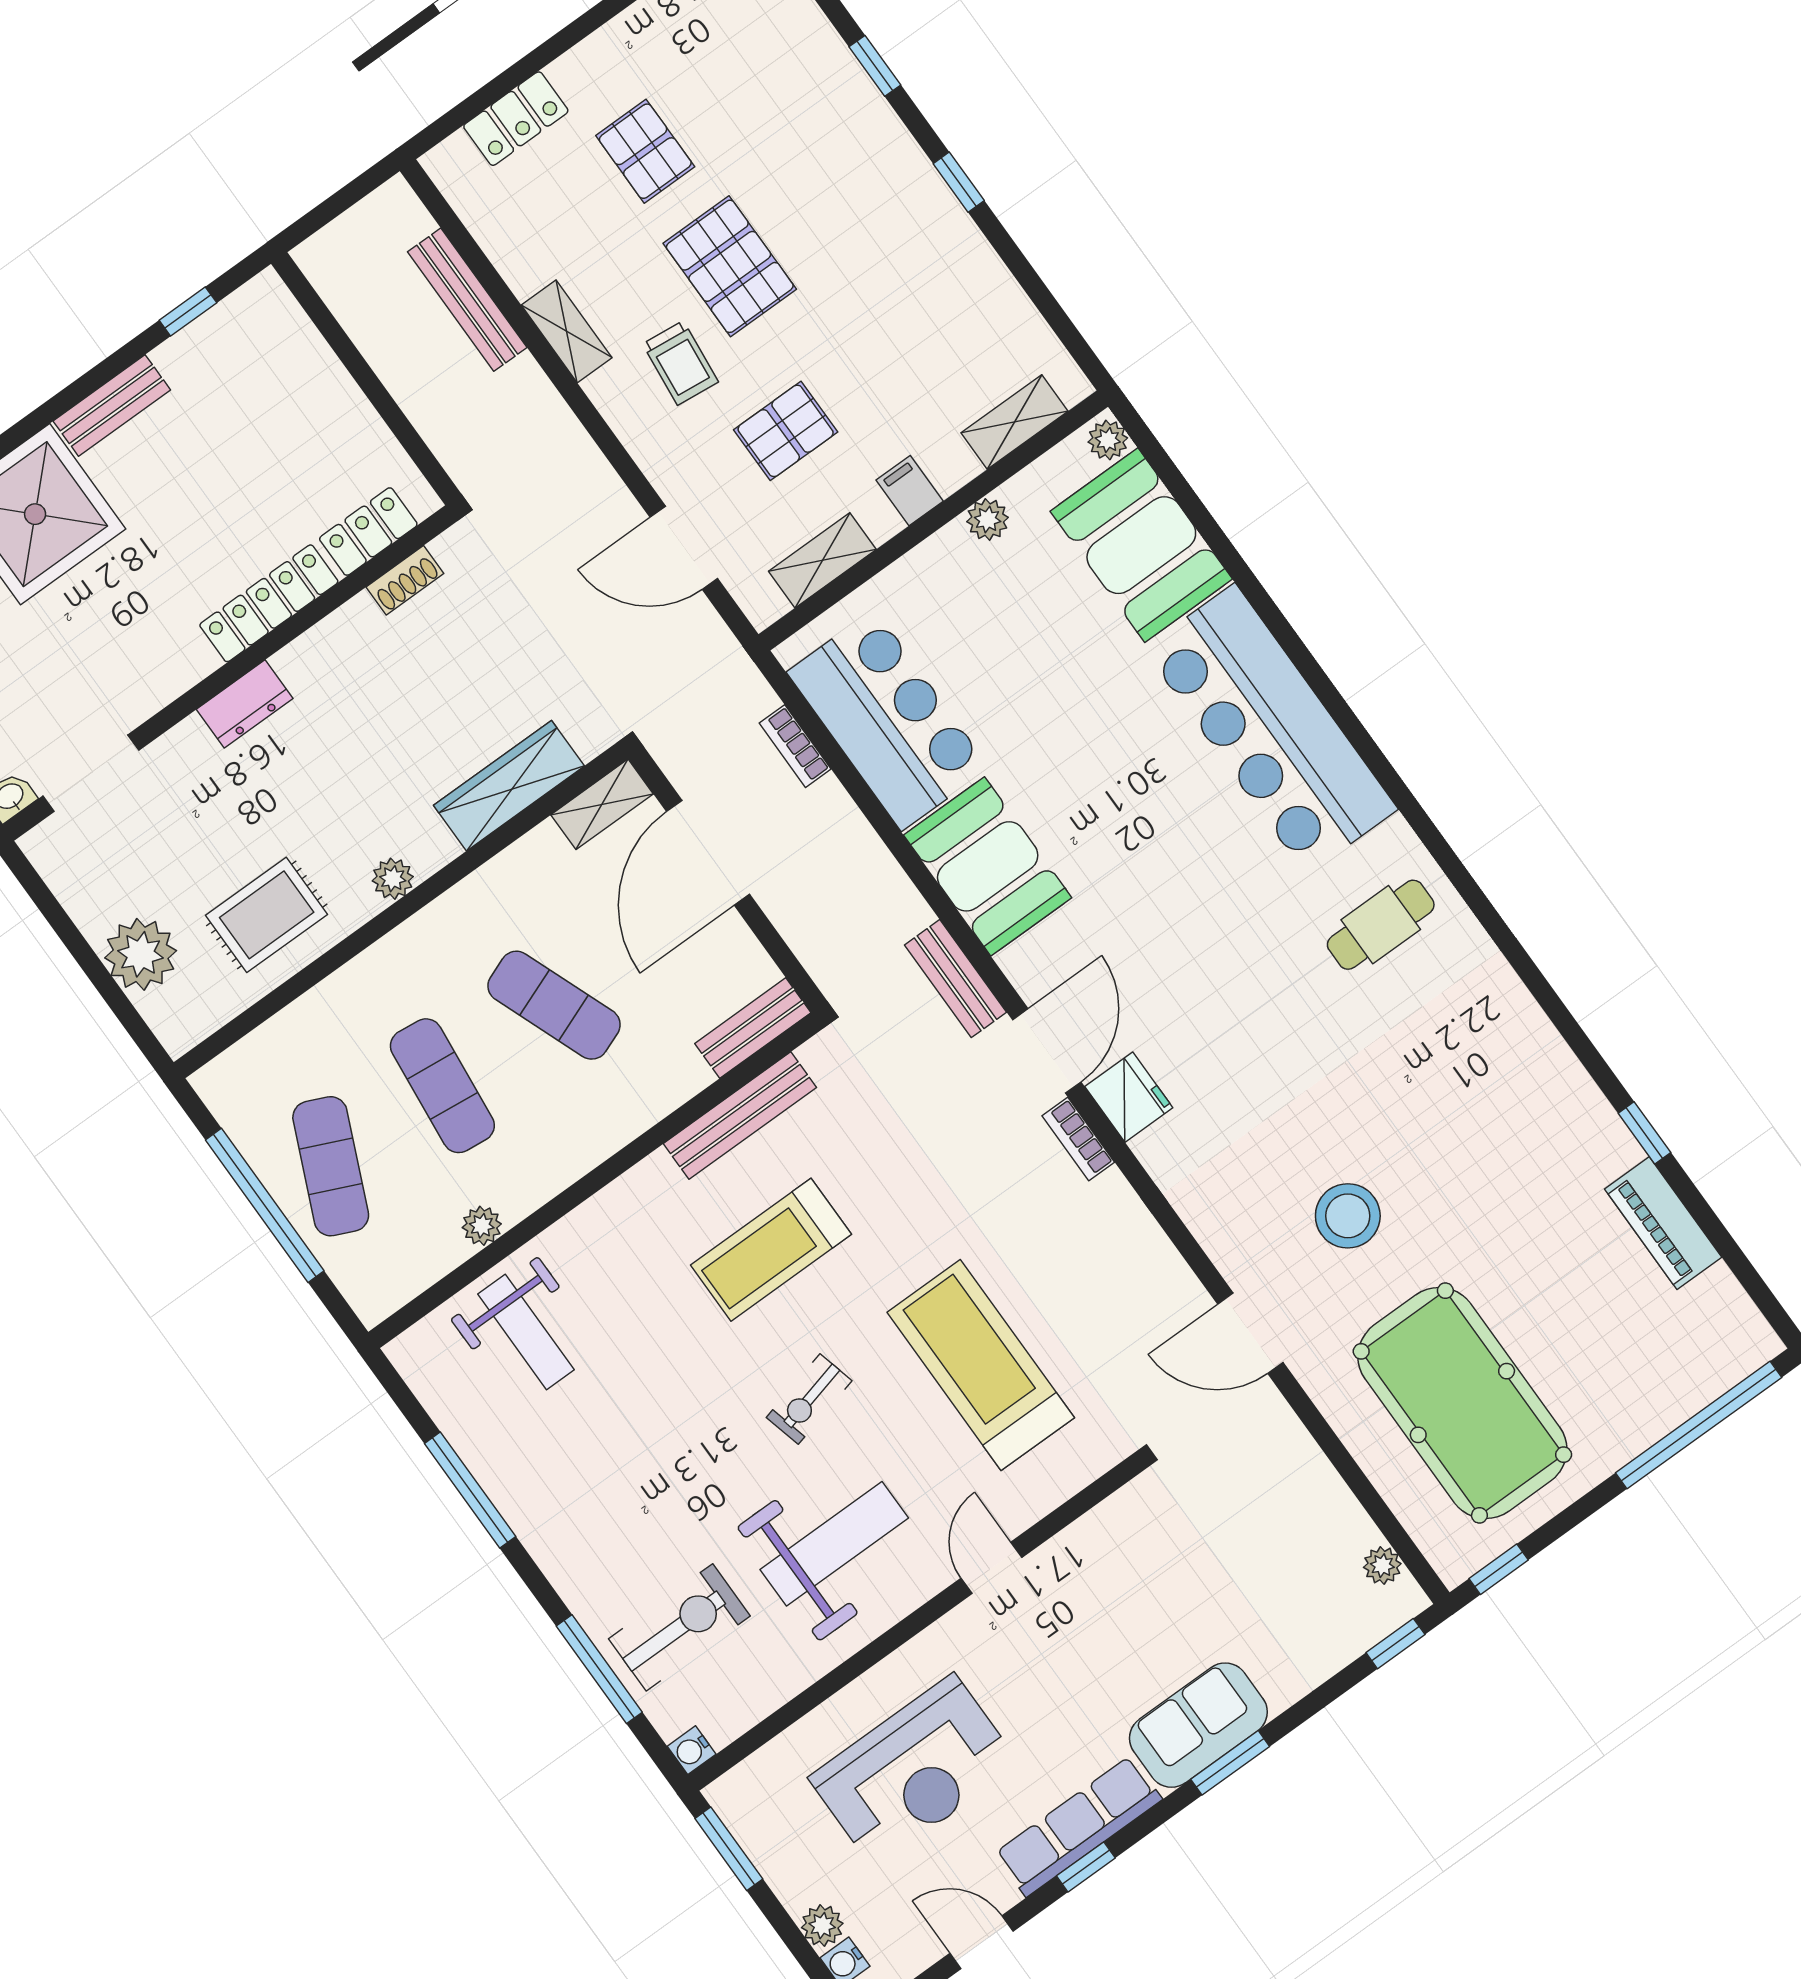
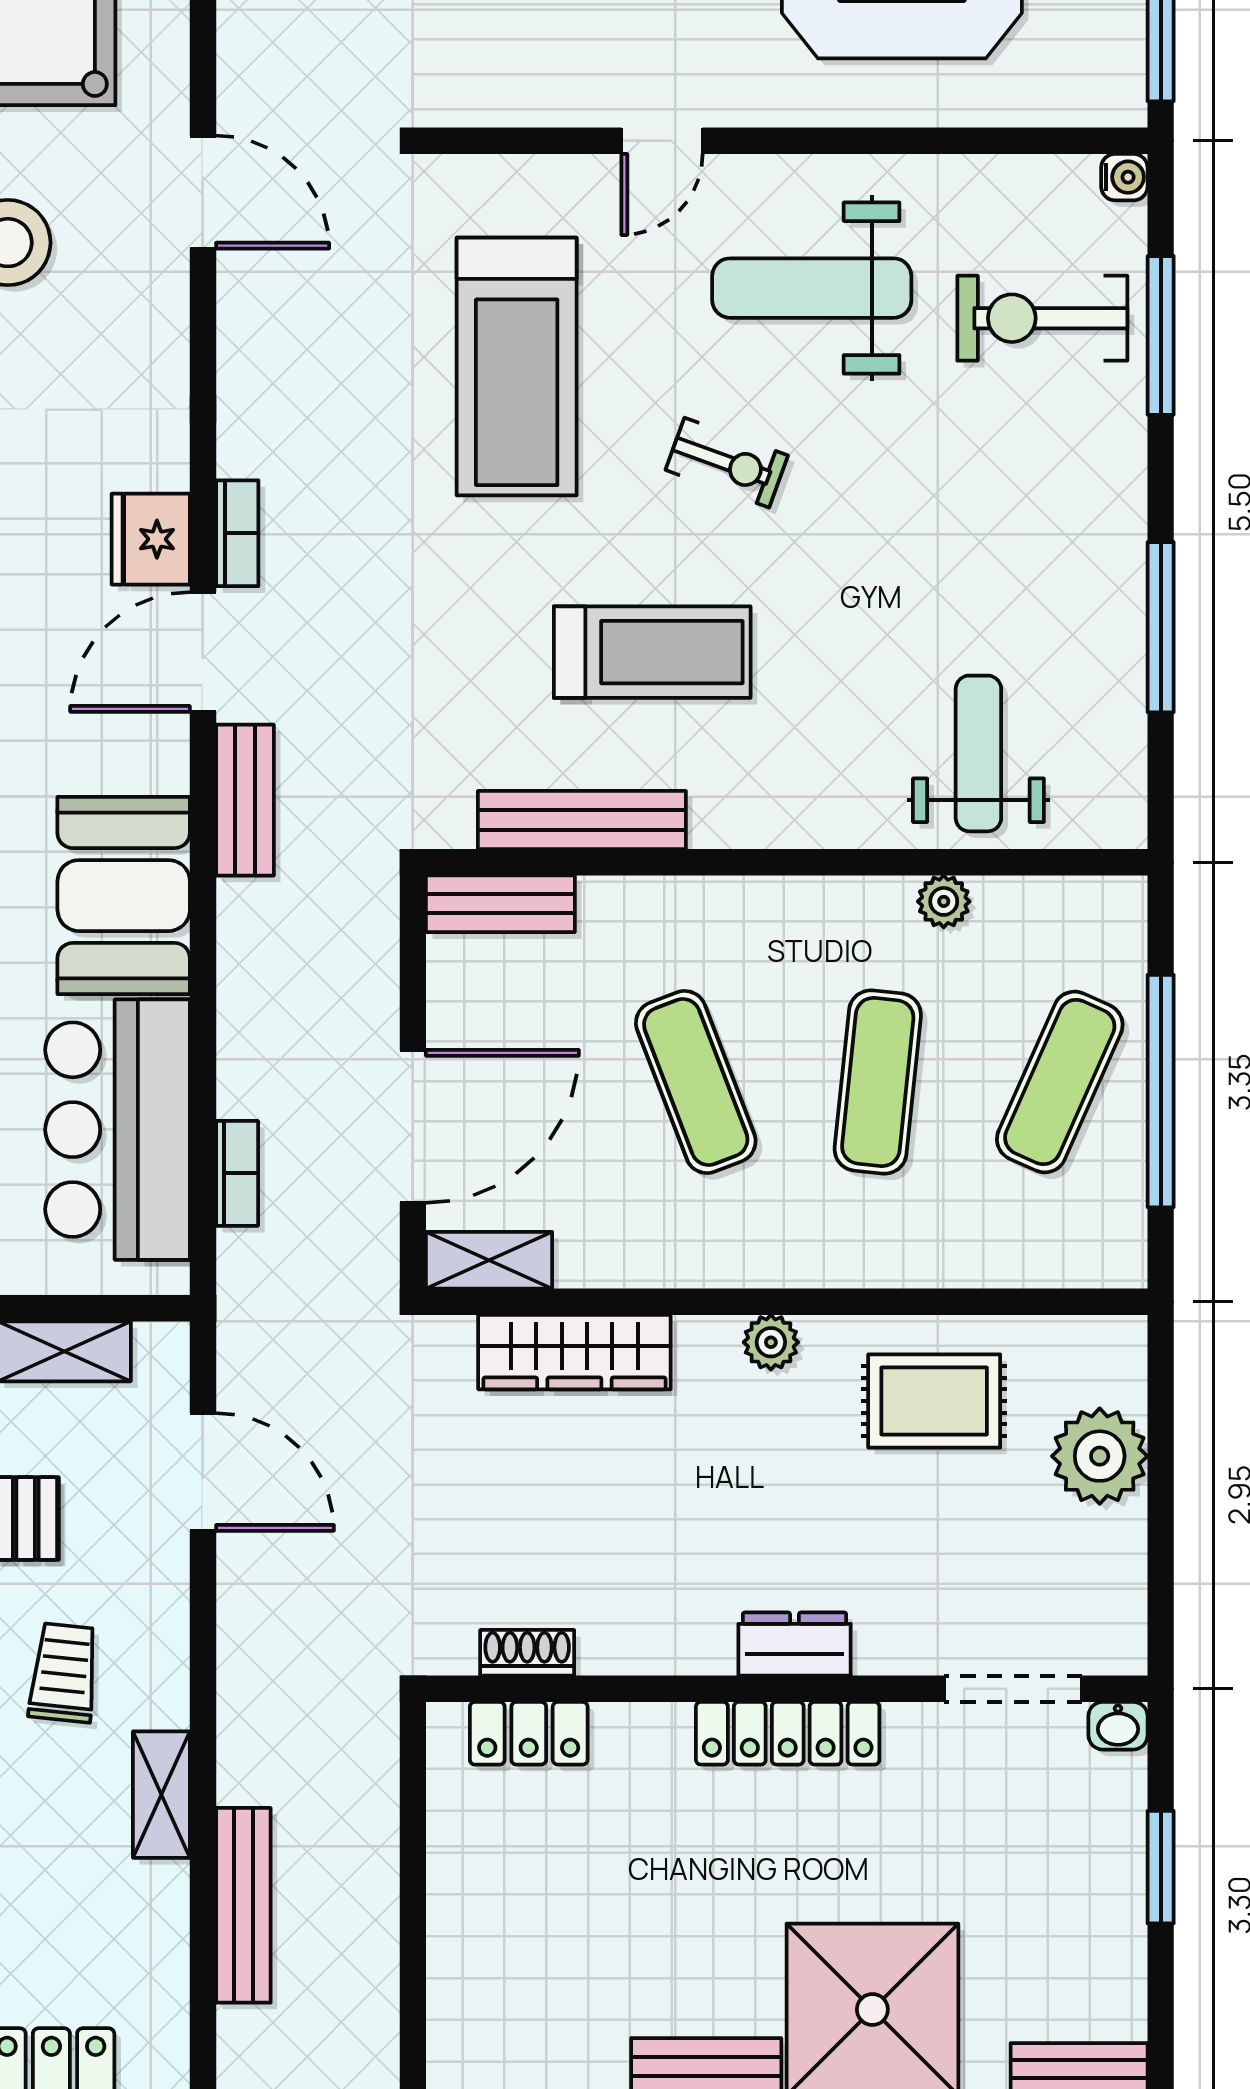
locker: (269, 603) -> (788, 1733), moved
exercise bike: (809, 1399) -> (727, 463), turned 34

